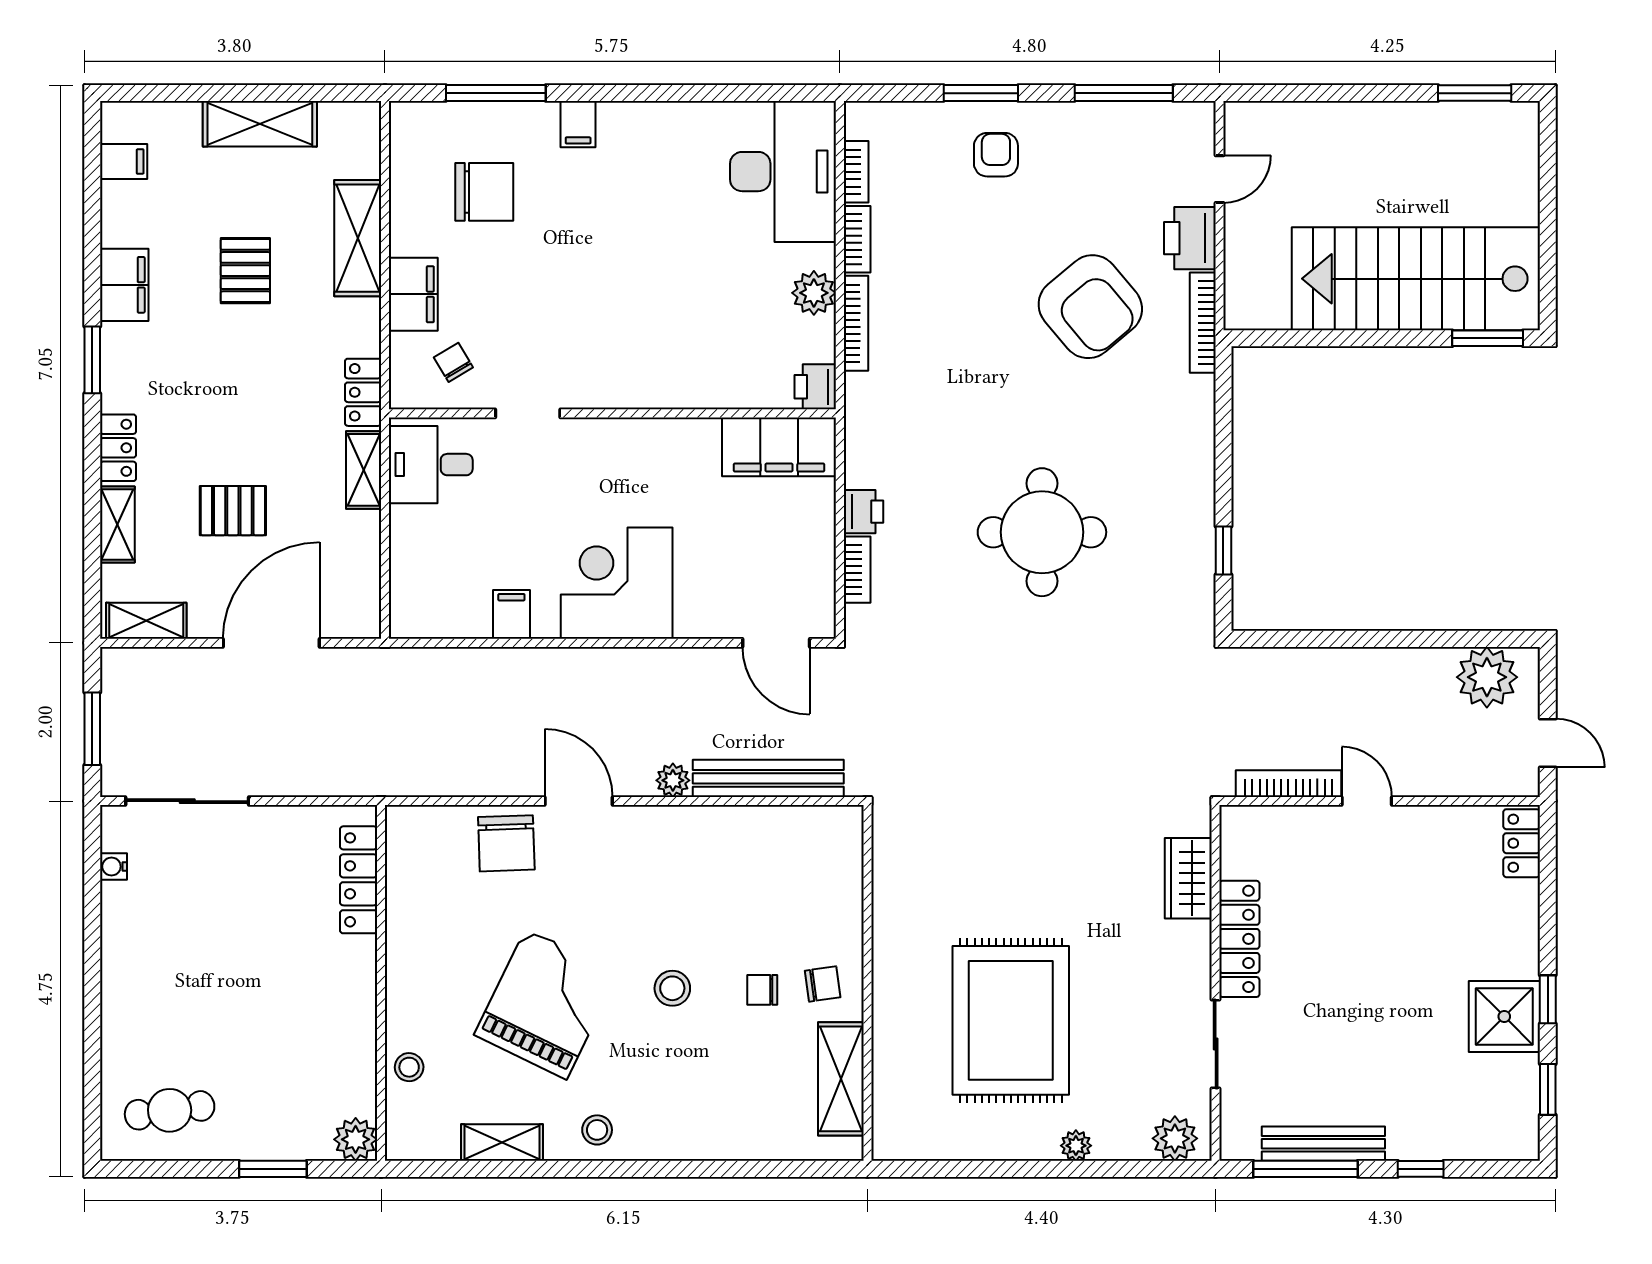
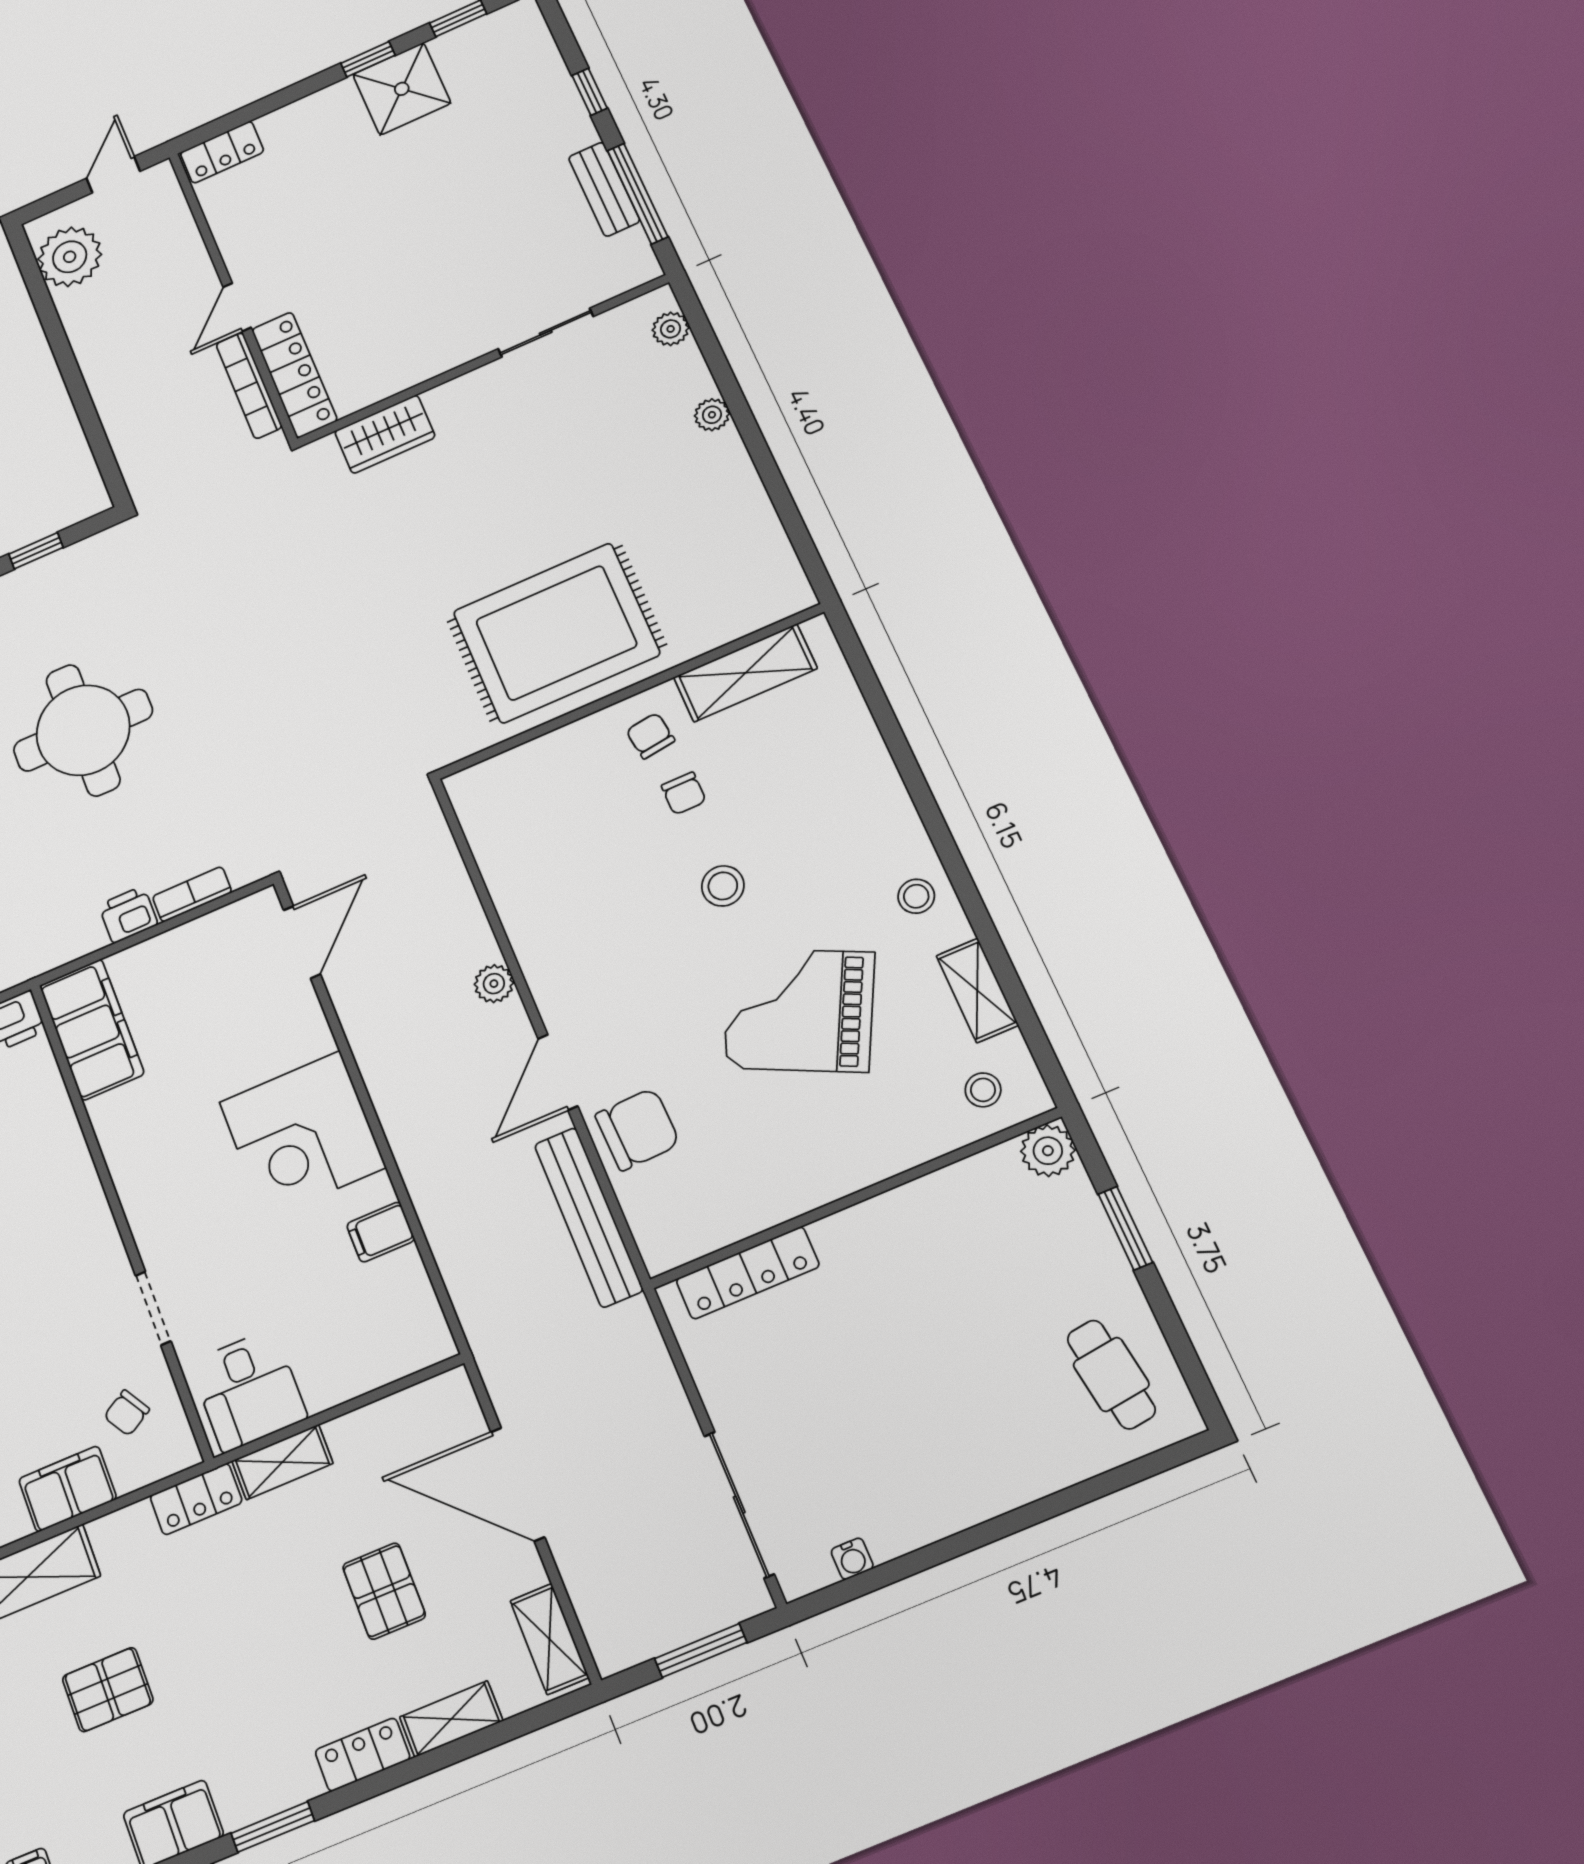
bench: (768, 778) -> (589, 1217), moved
locker: (1239, 939) -> (294, 375), moved, turned 90
rug: (1011, 1020) -> (556, 633), moved
stool: (409, 1067) -> (983, 1090), moved
plant: (1175, 1138) -> (671, 329), width x0.73, depth x0.73
bench: (1323, 1144) -> (604, 189), width x0.73

